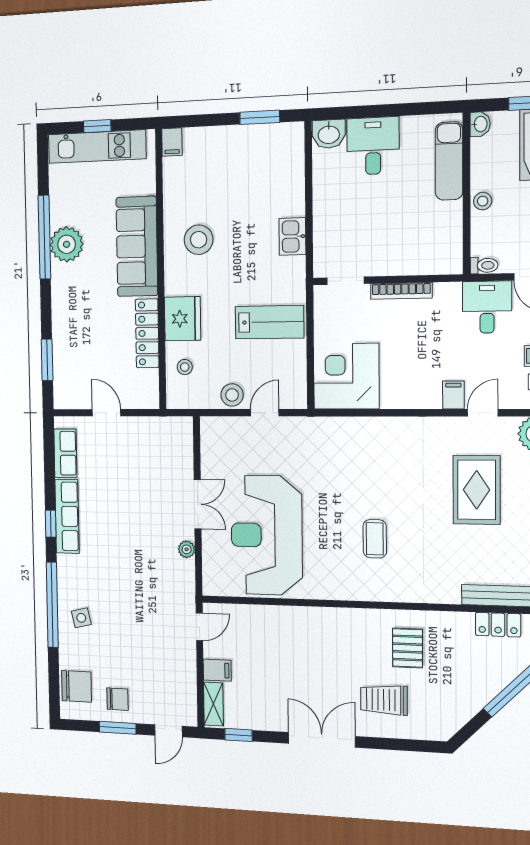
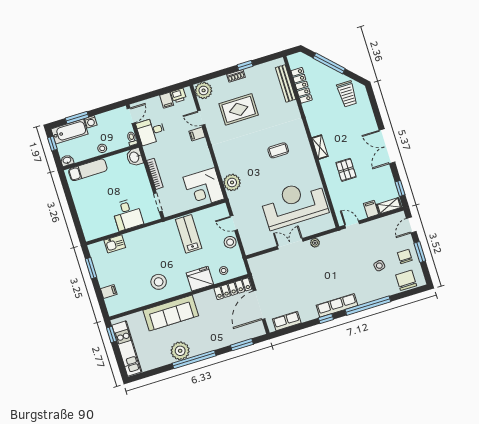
window: (97, 126) -> (111, 334), moved
washbasin: (329, 134) -> (135, 157), moved, turned 180
filing cabinet: (172, 142) -> (109, 292), moved
desk: (373, 146) -> (127, 214), moved, turned -90
kitchen sink: (292, 236) -> (115, 244), moved
window: (44, 237) -> (194, 359), moved
locker: (147, 333) -> (233, 289), moved
door: (106, 413) -> (259, 305), width x1.87
plant: (341, 433) -> (232, 182), added
row of seats: (67, 516) -> (337, 305), moved
reception desk: (267, 535) -> (294, 204), turned 180
side table: (81, 618) -> (379, 266), moved
shelving: (357, 618) -> (320, 147), added
locker: (498, 625) -> (302, 85), width x1.53
pallet: (407, 648) -> (346, 170), moved, turned 90
trolley: (384, 700) -> (347, 94), moved
door: (169, 731) -> (411, 225), swing flipped

